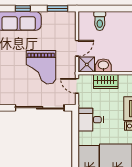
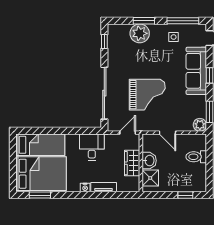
plant: (70, 18) -> (200, 125), added
shower: (87, 64) -> (150, 178), moved
grand piano: (41, 67) -> (147, 95), turned 180

